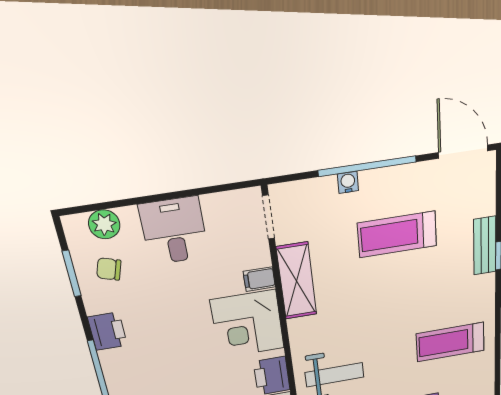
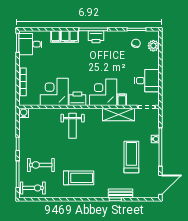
desk: (174, 231) -> (147, 81), moved
printer: (107, 331) -> (96, 37), moved
treadmill: (450, 342) -> (79, 178), turned 90

